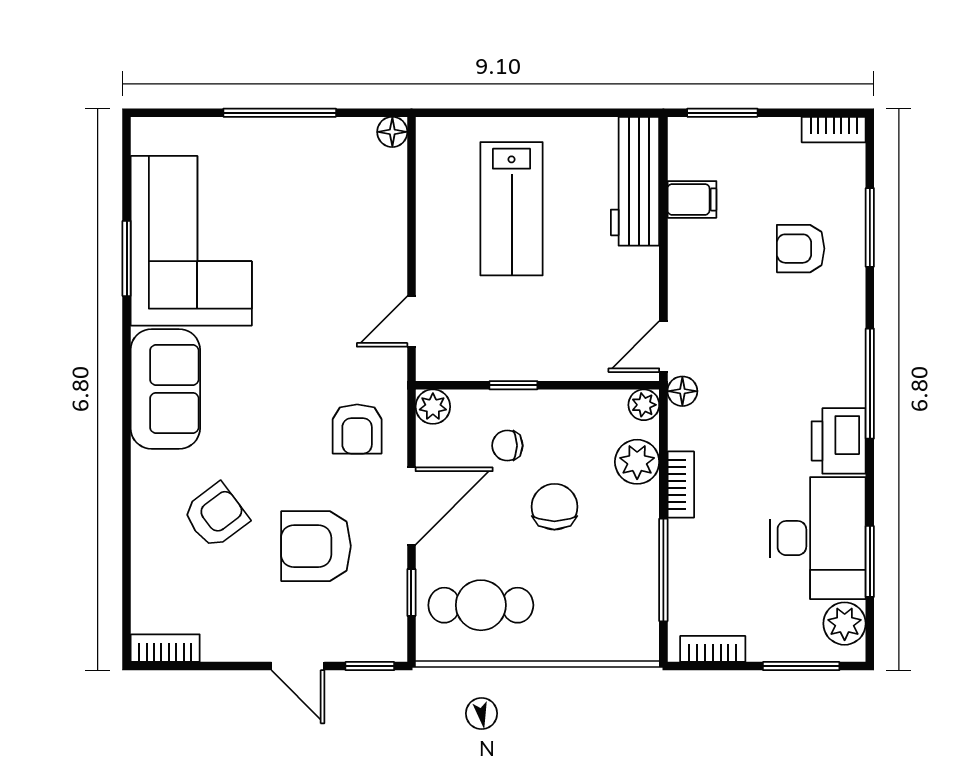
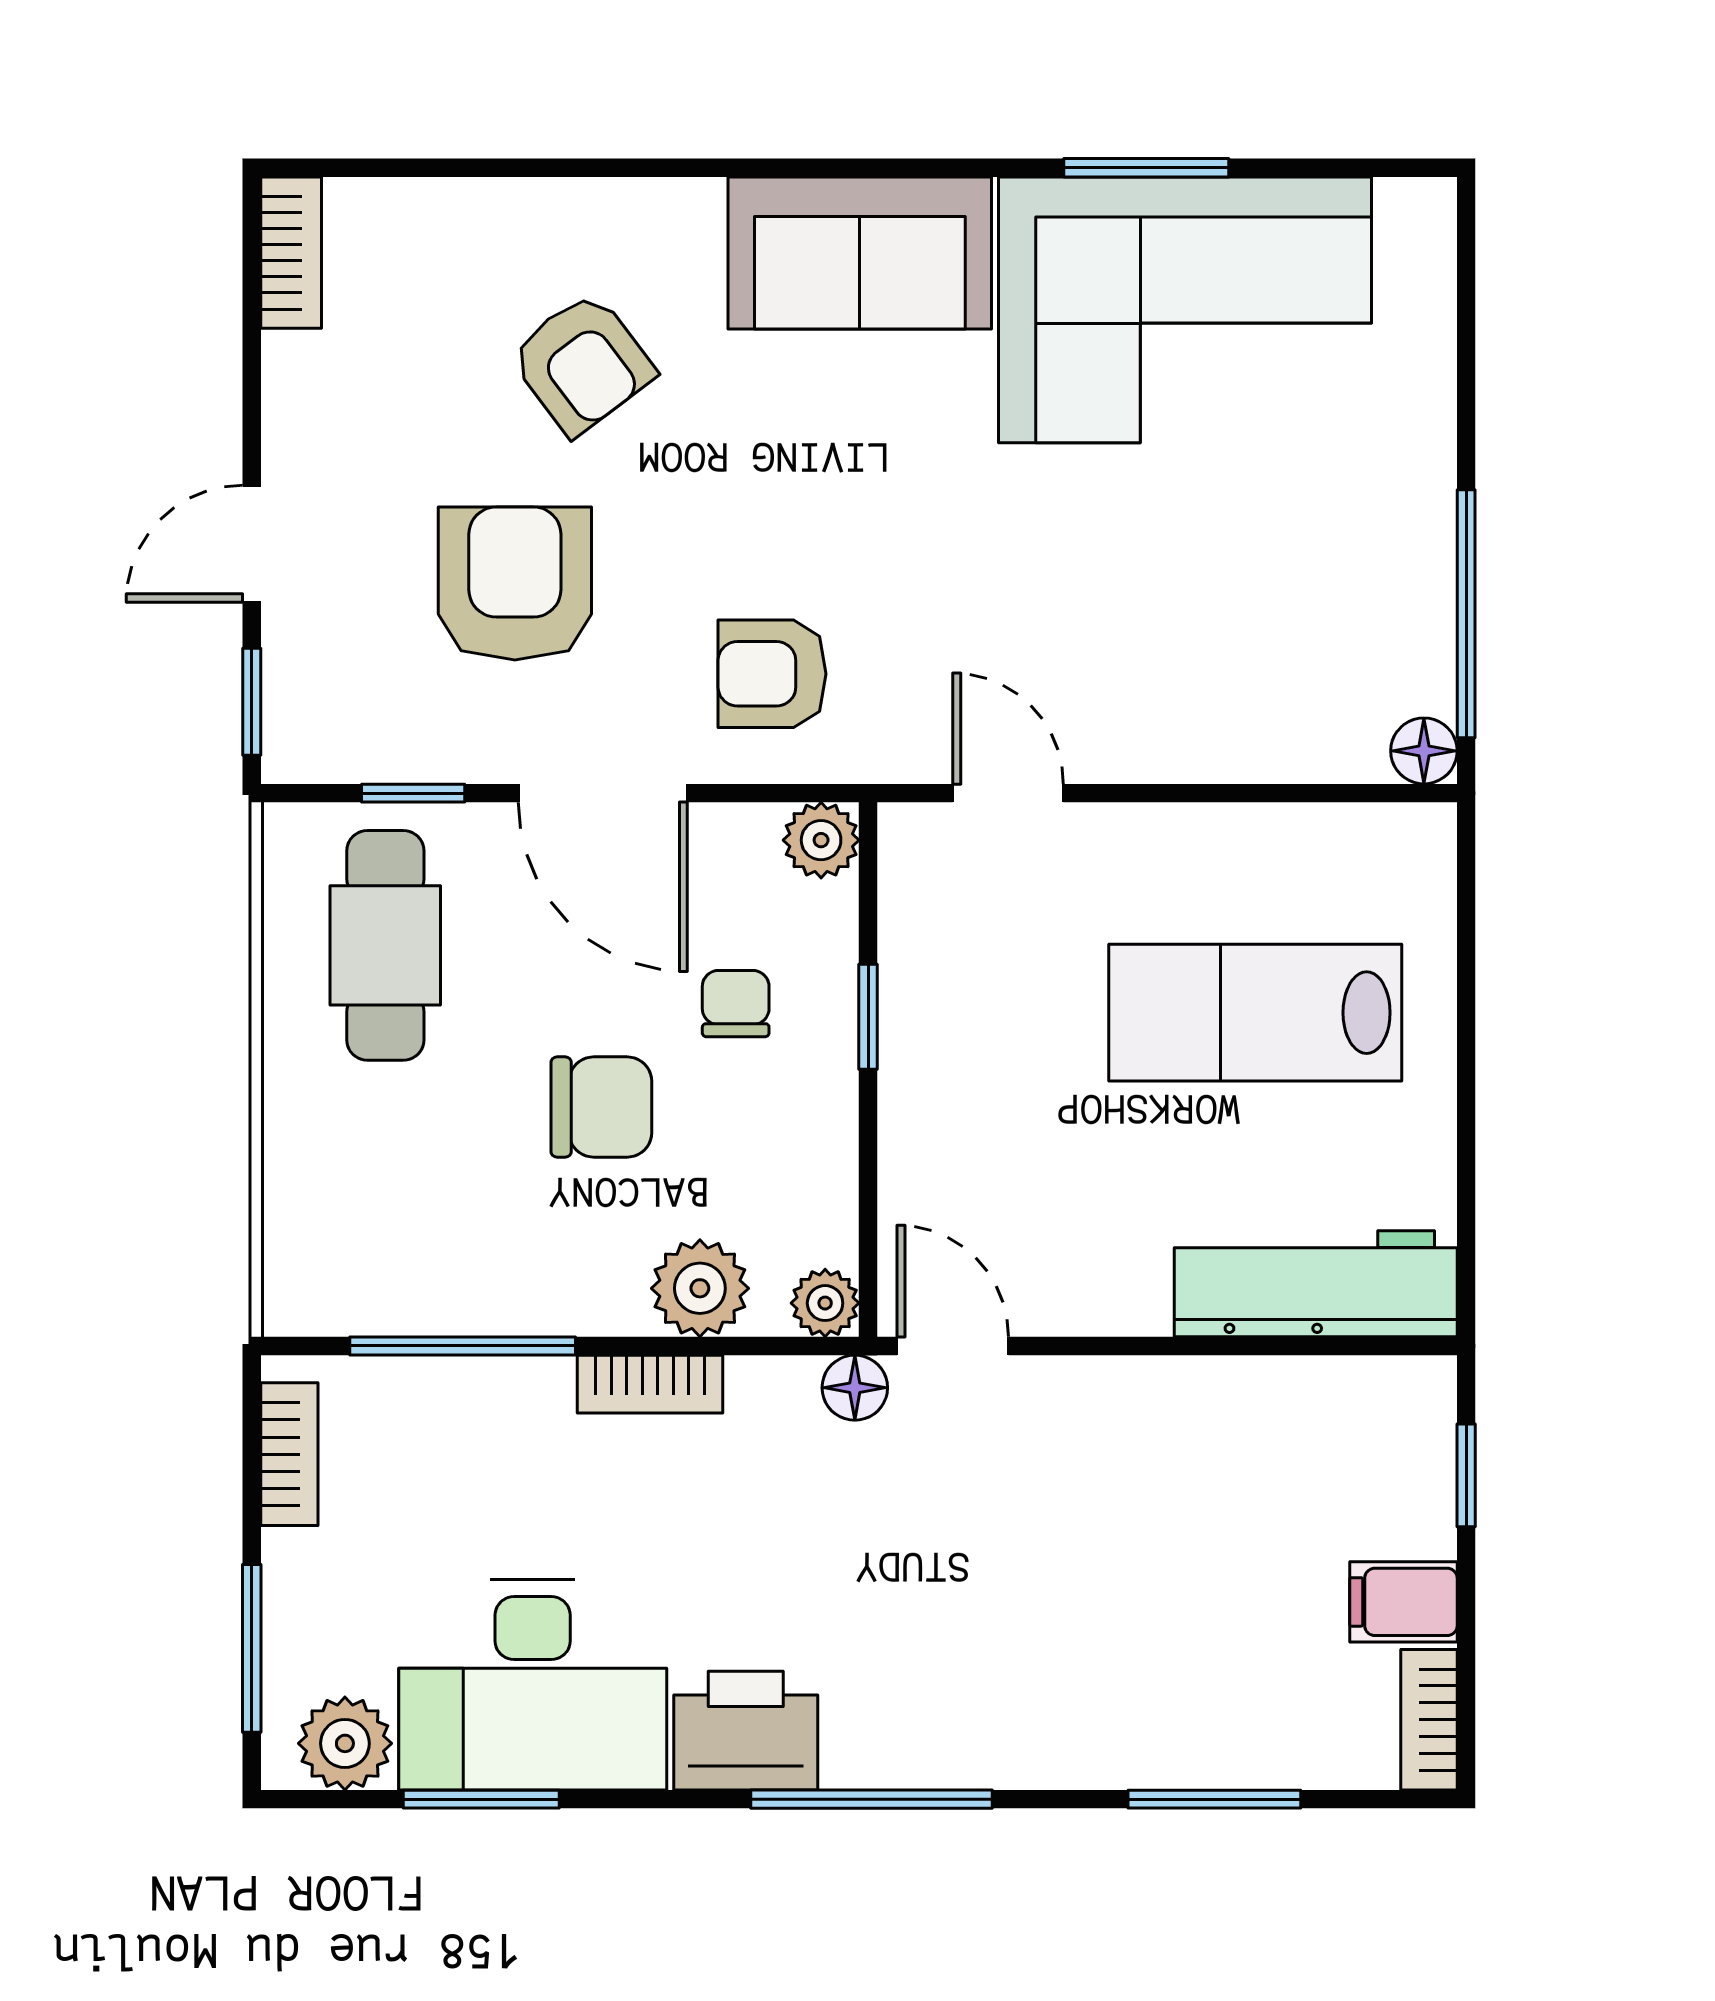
window: (280, 113) -> (1466, 614), moved
window: (722, 113) -> (1466, 1475), width x0.67
filing cabinet: (692, 199) -> (1403, 1602), moved, turned 90
armchair: (801, 249) -> (1168, 1647), removed

